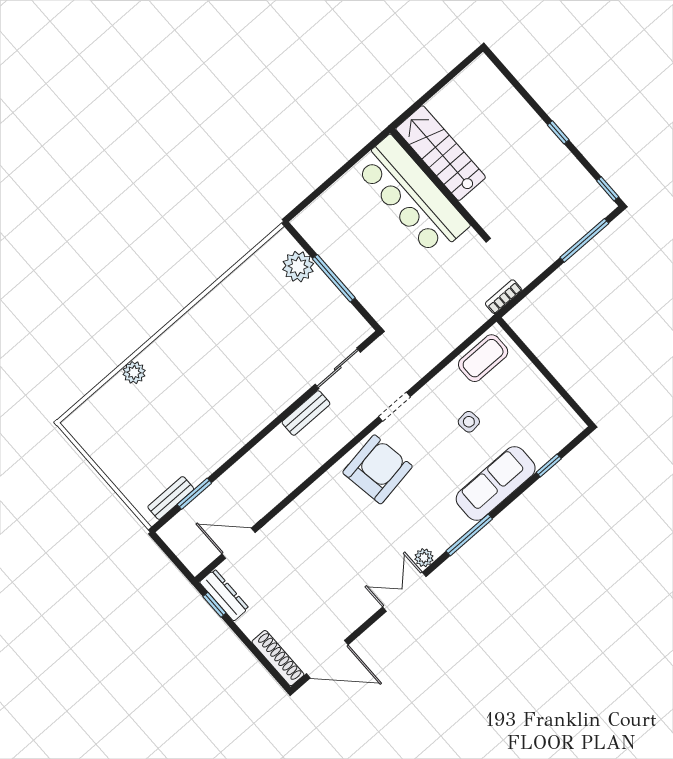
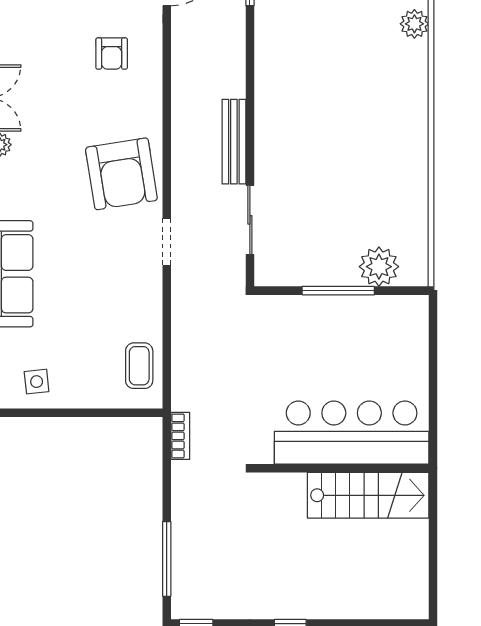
coffee table: (483, 358) -> (139, 366), width x0.73, depth x0.77
bench: (306, 413) -> (234, 142), width x1.36
side table: (469, 422) -> (37, 382), moved
armchair: (311, 538) -> (112, 54), added

